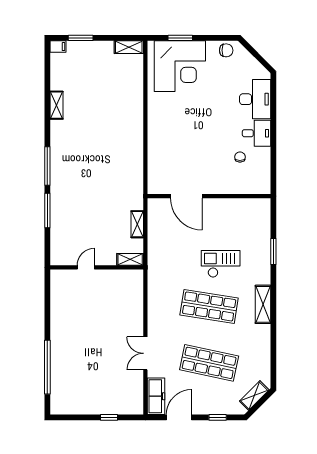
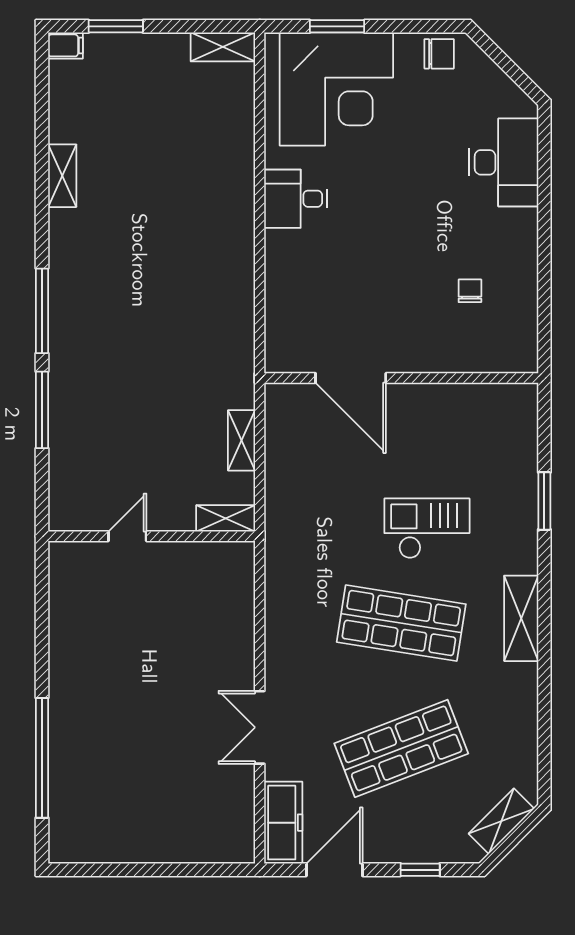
desk: (257, 133) -> (296, 199), moved, turned 180
shop shelf: (209, 363) -> (401, 748), turned -33
window: (109, 417) -> (179, 870), removed

